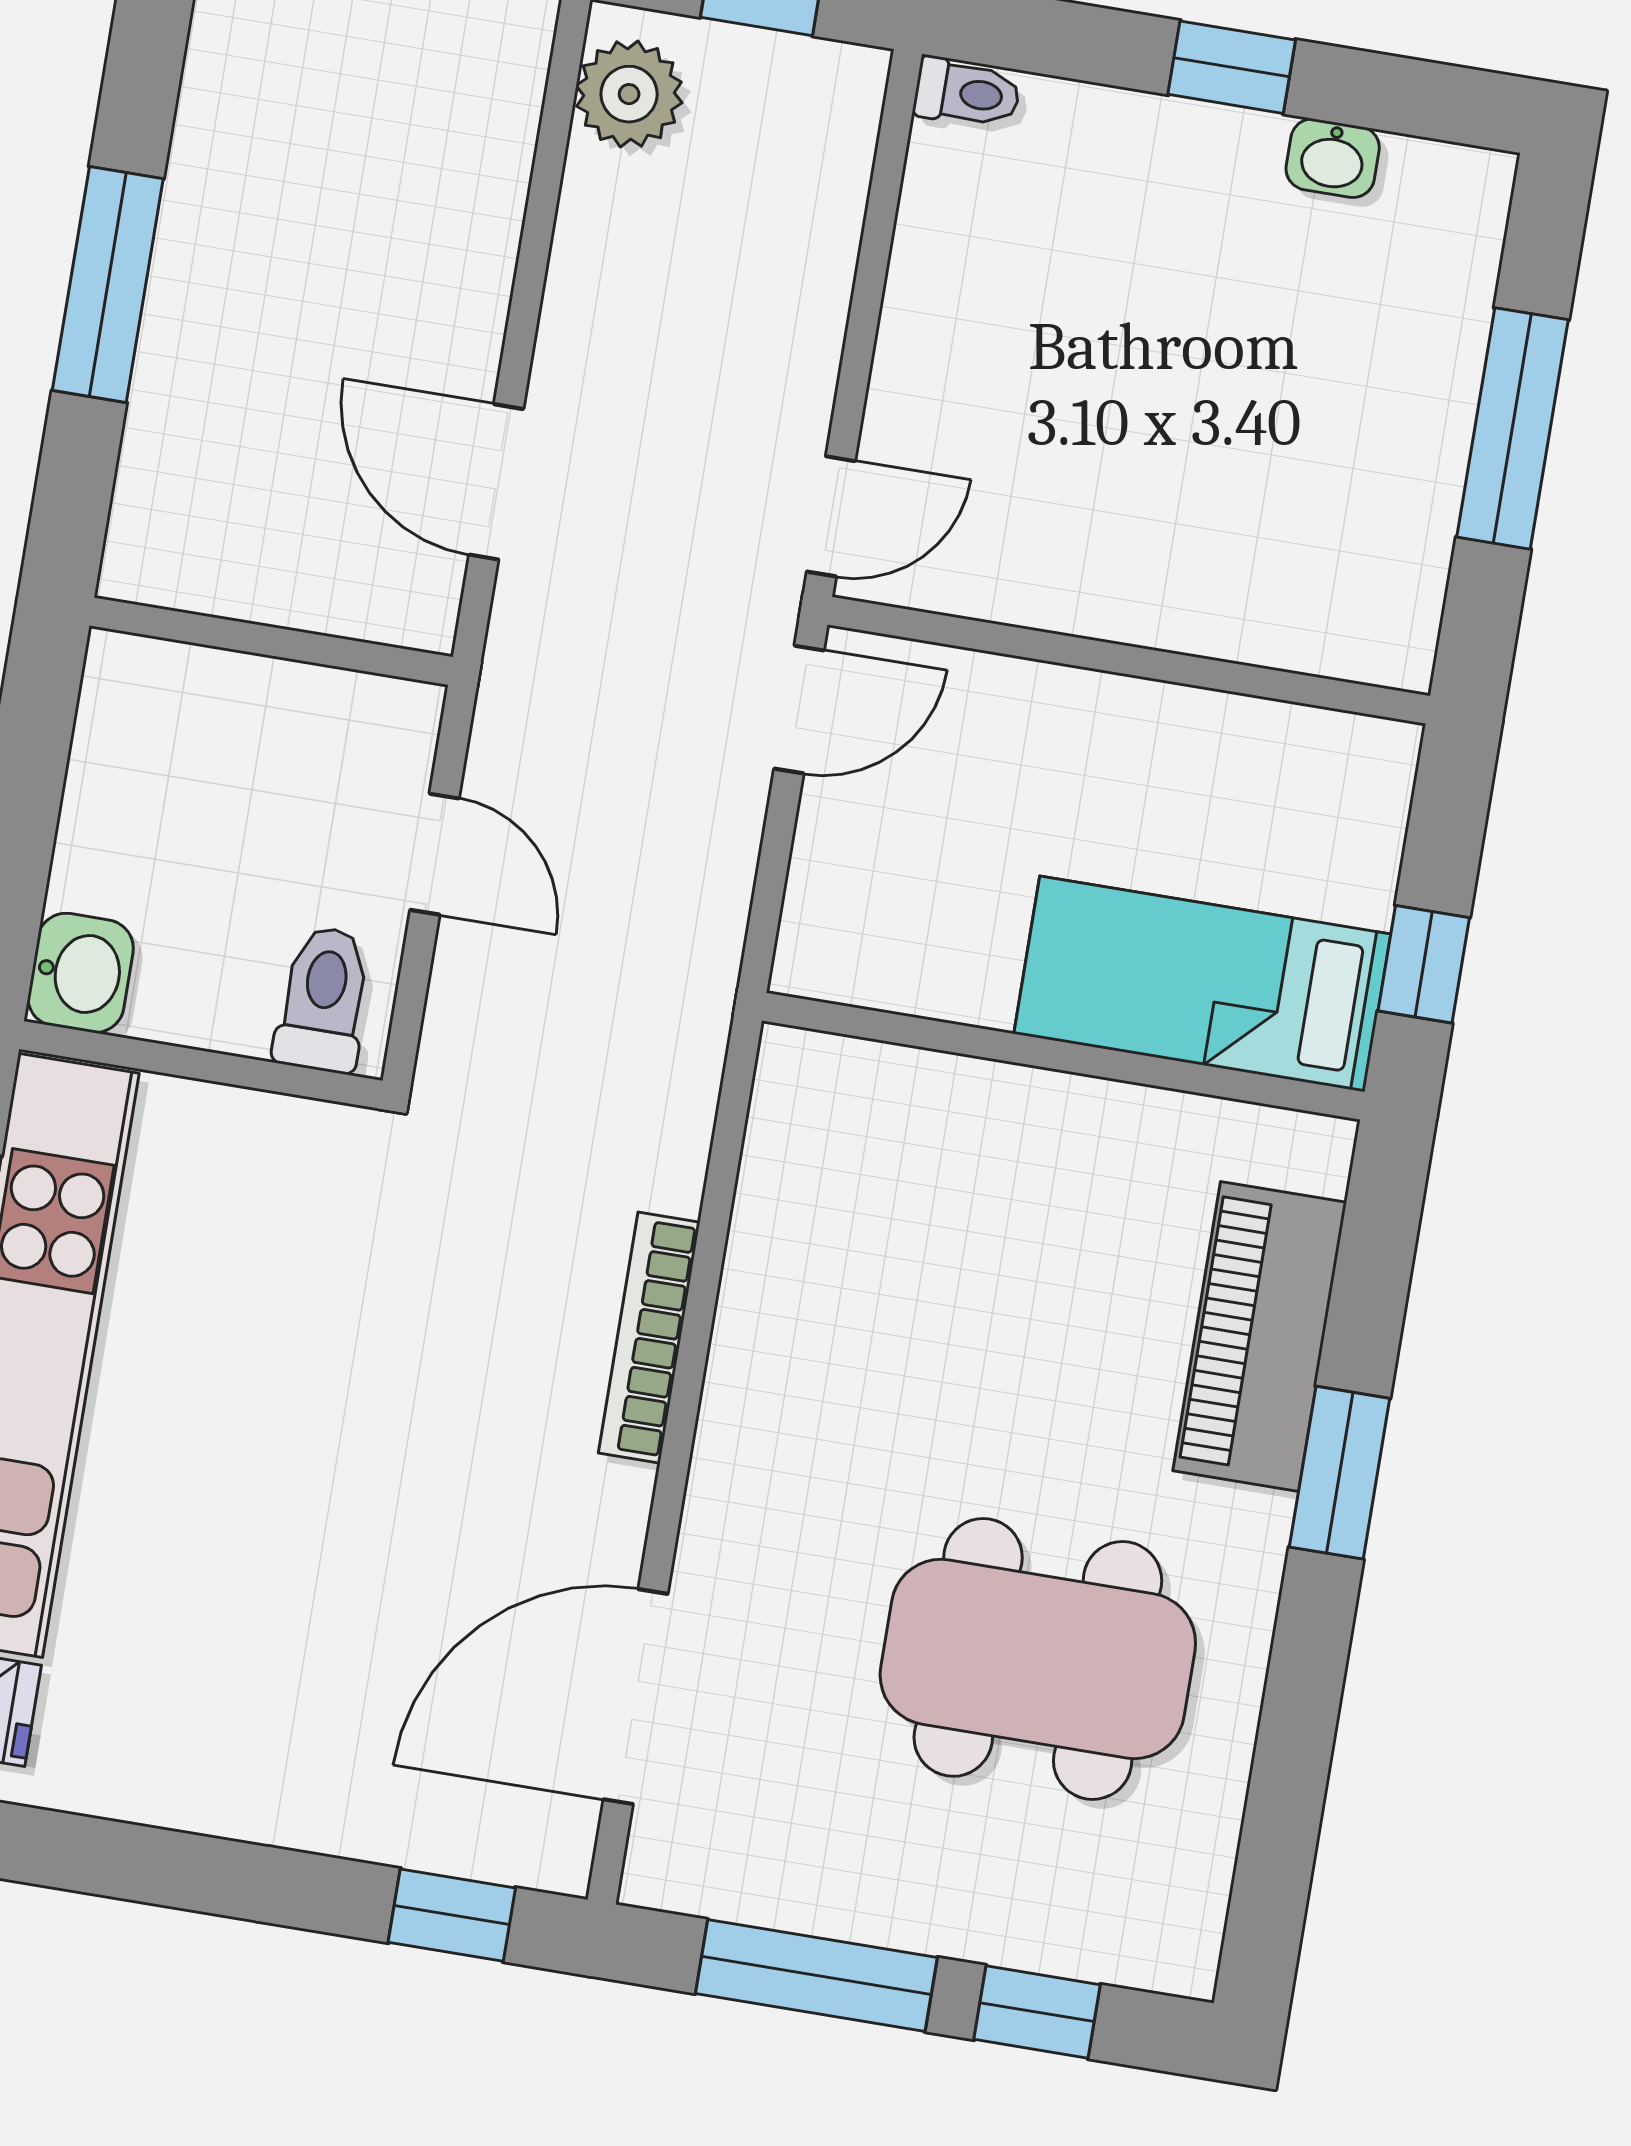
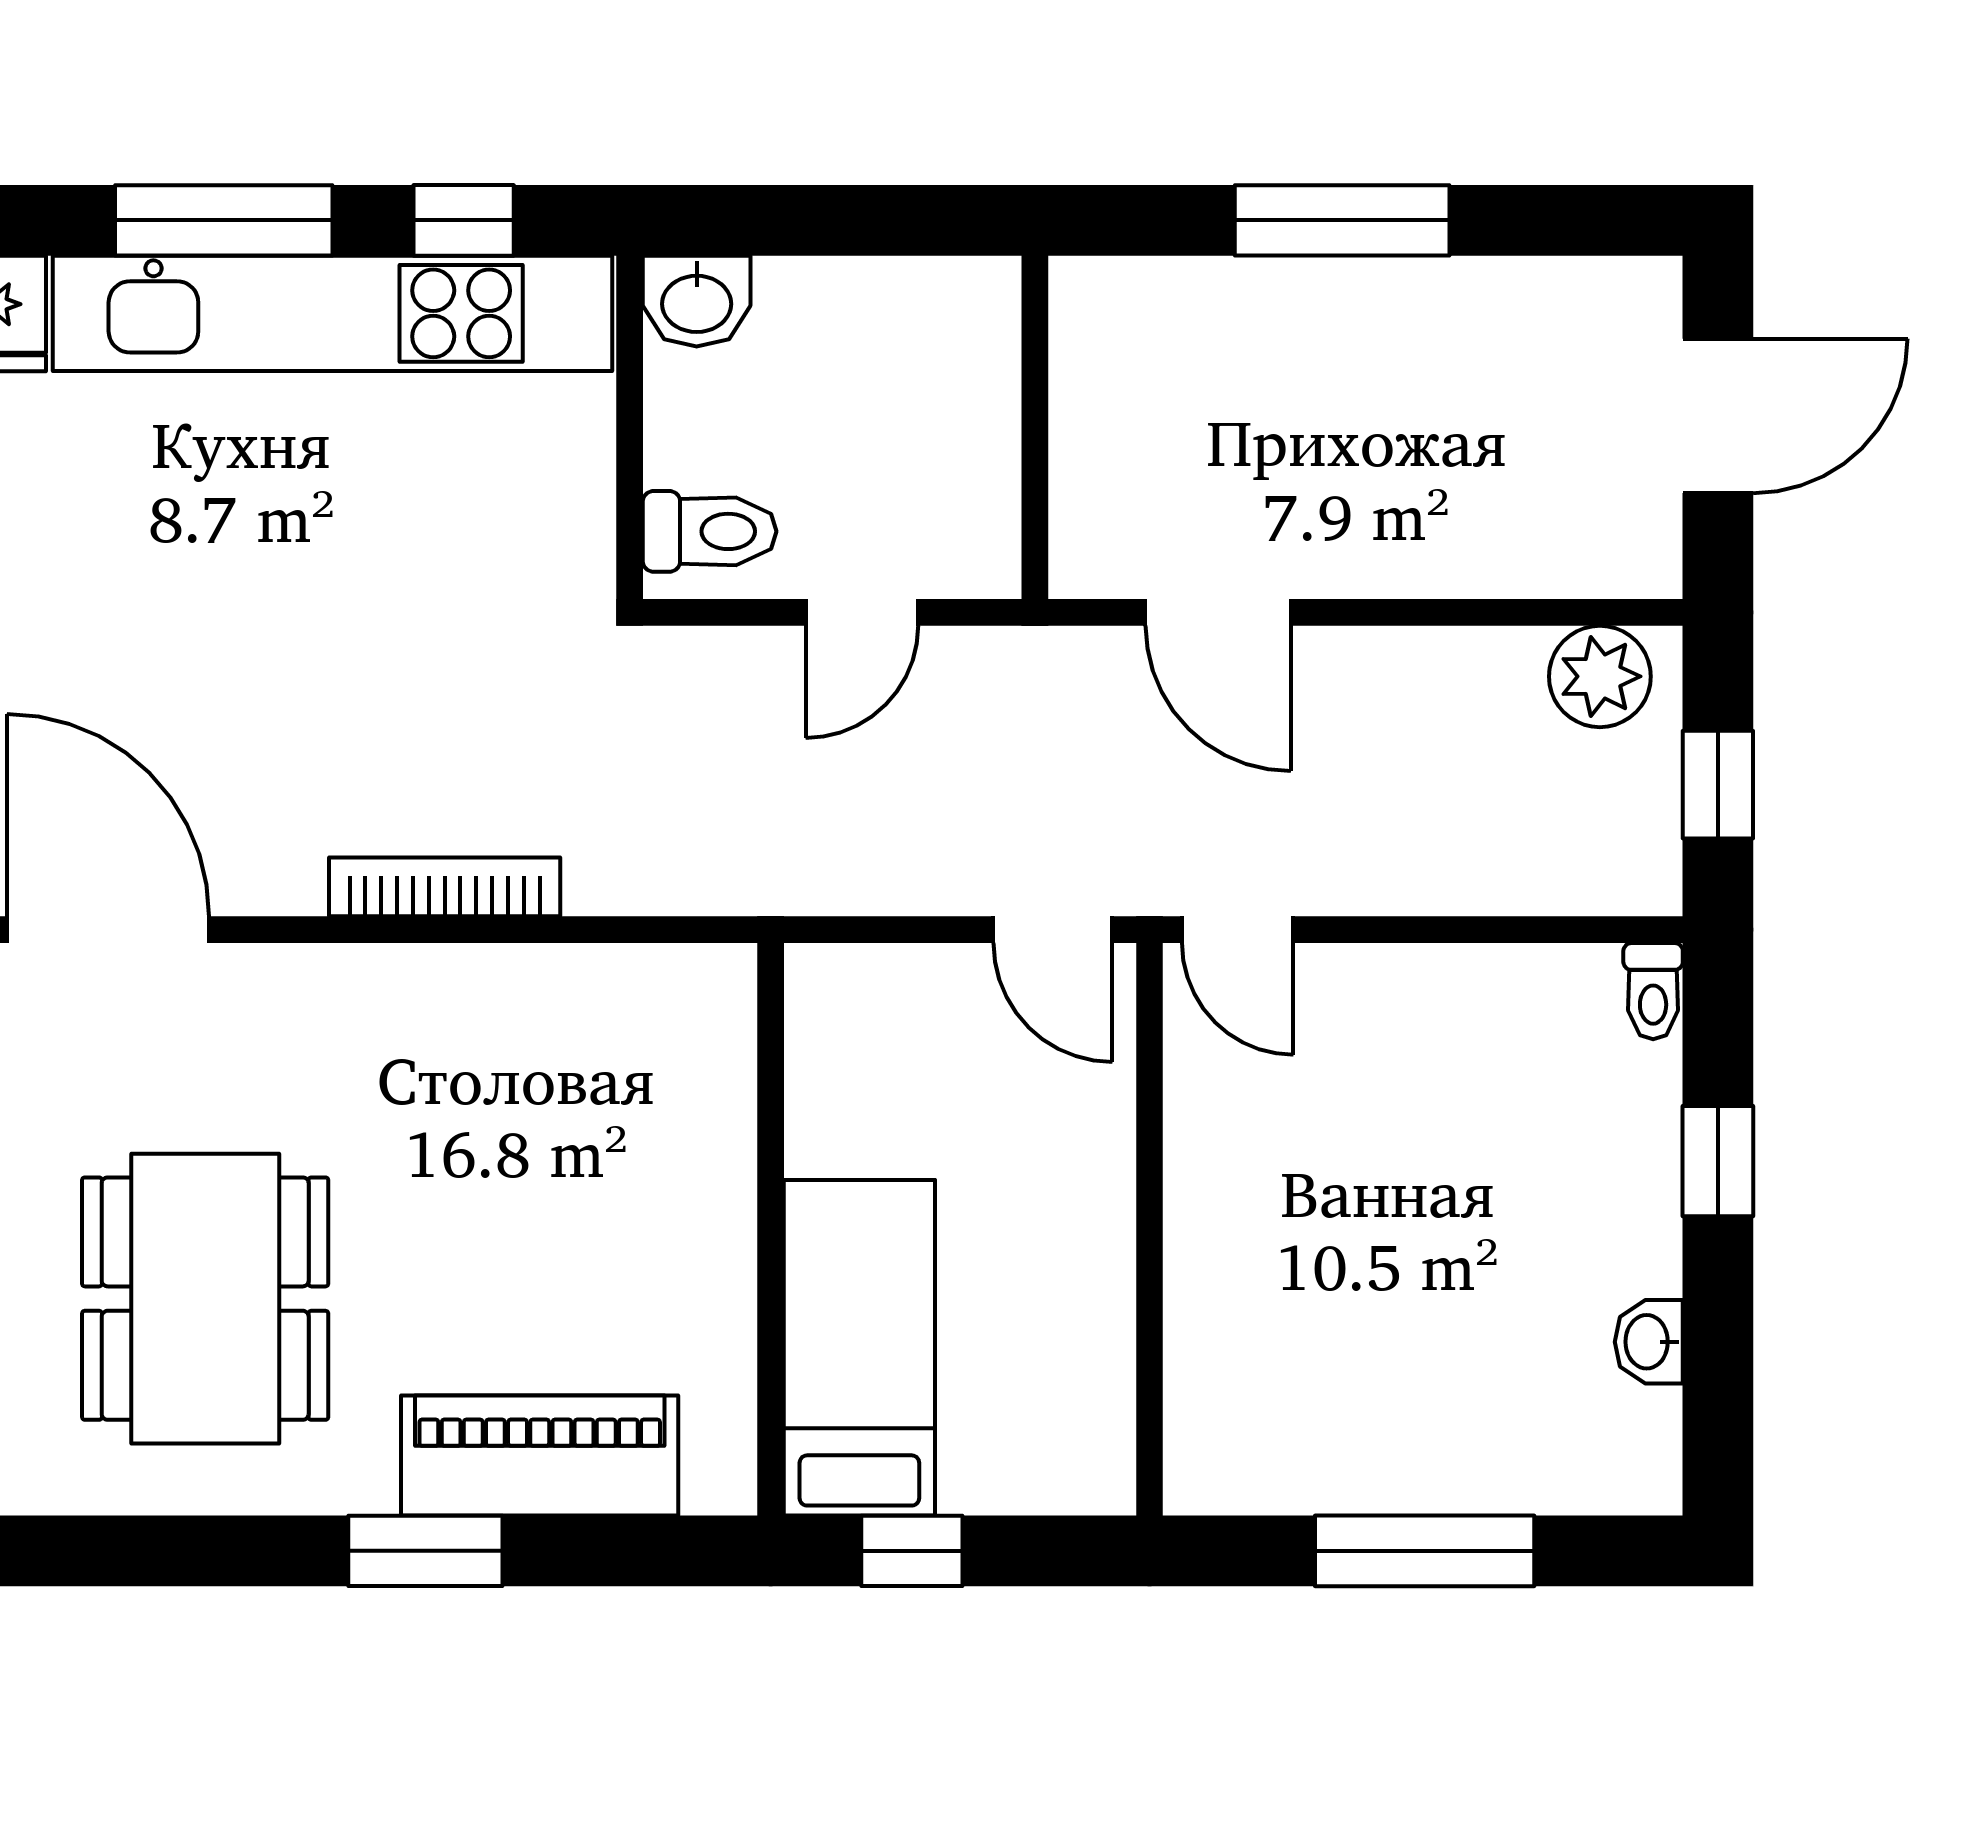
window: (1232, 67) -> (1718, 1161), moved
door: (496, 482) -> (1218, 612), swing flipped

